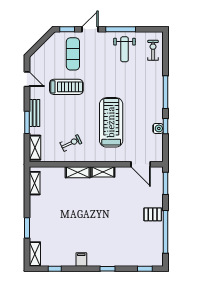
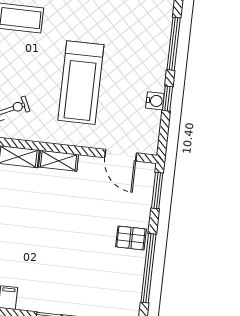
treadmill: (111, 122) -> (81, 83), turned 180

